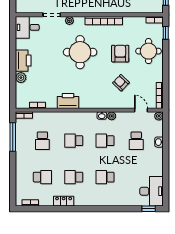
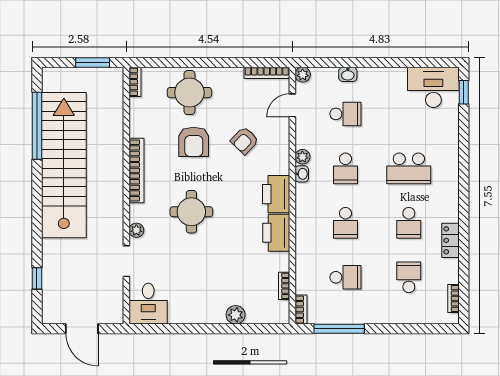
window: (166, 33) -> (158, 62), removed
round table: (80, 52) -> (191, 212), width x0.73, depth x0.73
armchair: (120, 54) -> (194, 142), turned -90
printer: (23, 61) -> (276, 194), moved, turned -90
school desk: (105, 177) -> (409, 168), width x1.85

